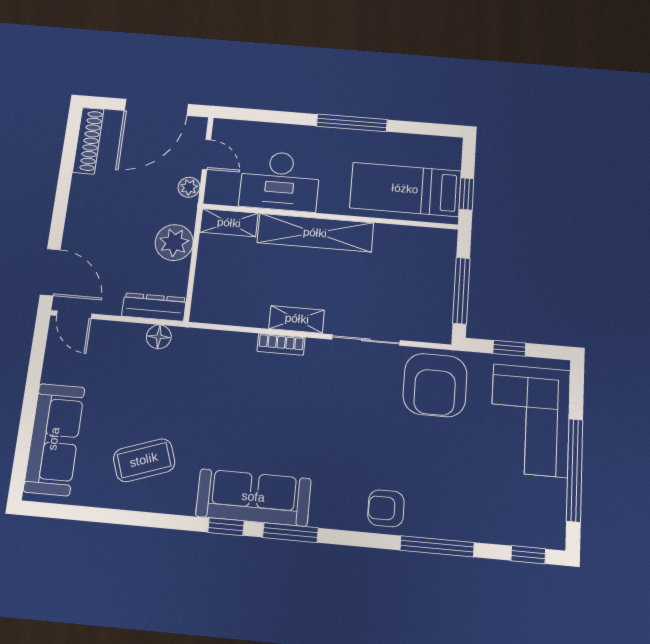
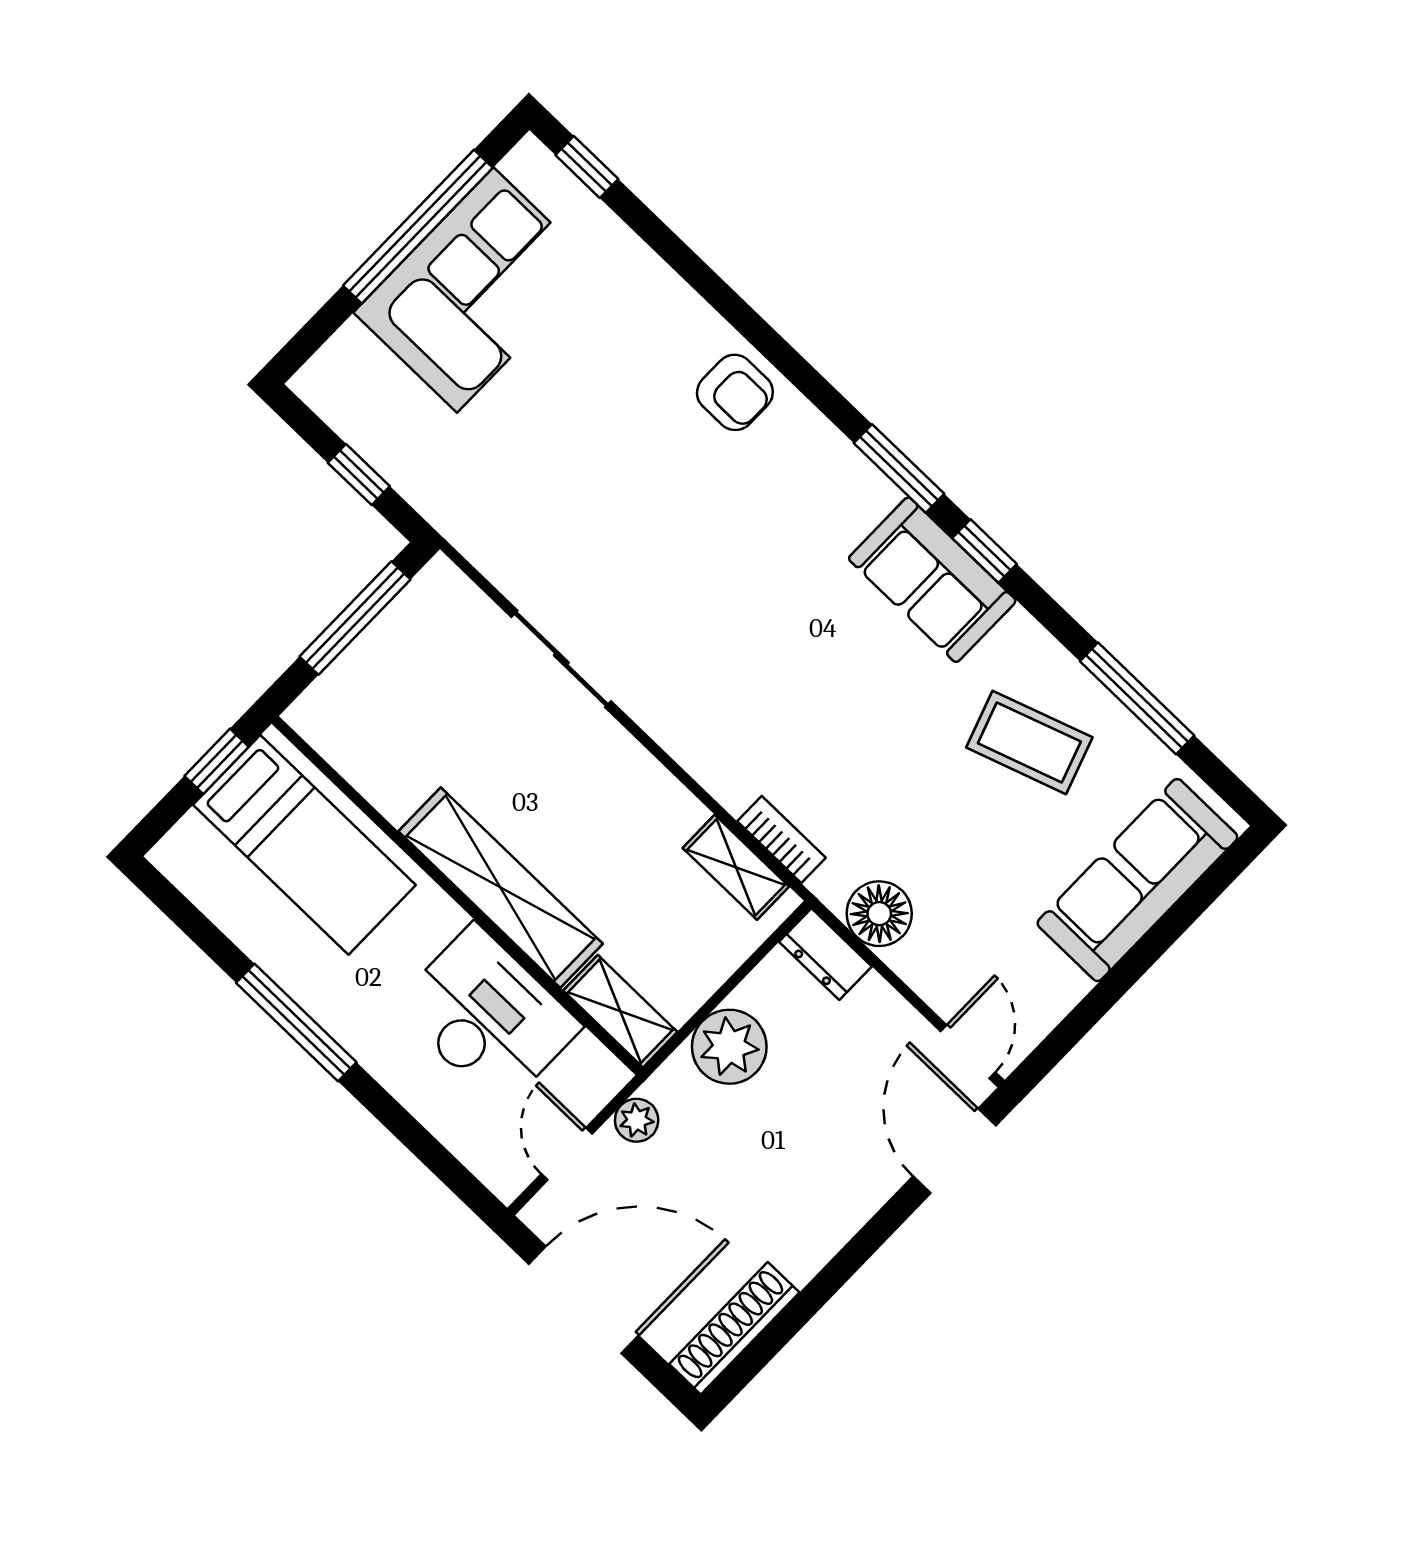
dresser: (154, 307) -> (825, 954), width x0.70
shelving: (297, 319) -> (736, 867), moved
floor lamp: (159, 337) -> (879, 914), width x1.38, depth x1.38
bookcase: (281, 344) -> (781, 840), moved
armchair: (435, 385) -> (515, 510), removed
corner sofa: (530, 420) -> (475, 290), moved
sofa: (253, 497) -> (932, 580), width x0.73
window: (437, 546) -> (1137, 698), moved

